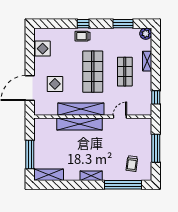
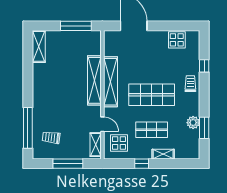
window: (83, 24) -> (204, 66), moved
plant: (146, 34) -> (193, 123), moved
display table: (55, 84) -> (119, 143), moved
window: (156, 97) -> (142, 164), moved
window: (30, 154) -> (76, 26), moved
shelving: (91, 176) -> (96, 145), moved

